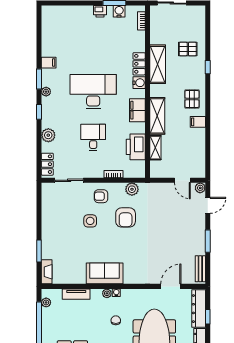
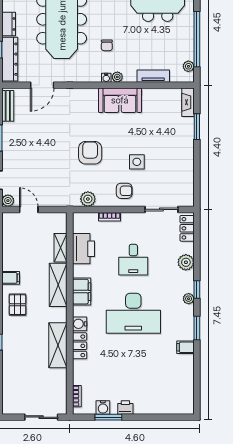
pallet: (188, 49) -> (22, 363), removed
plant: (46, 92) -> (189, 299), moved
armchair: (126, 217) -> (90, 153), moved

